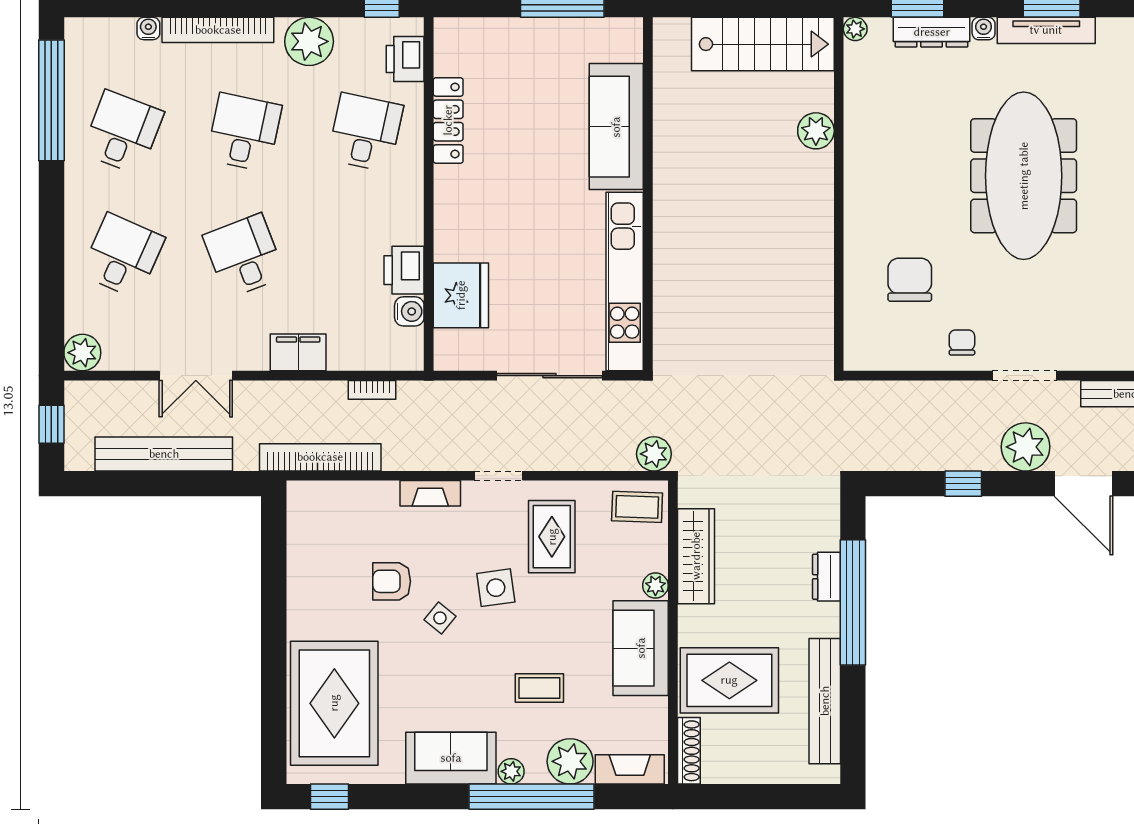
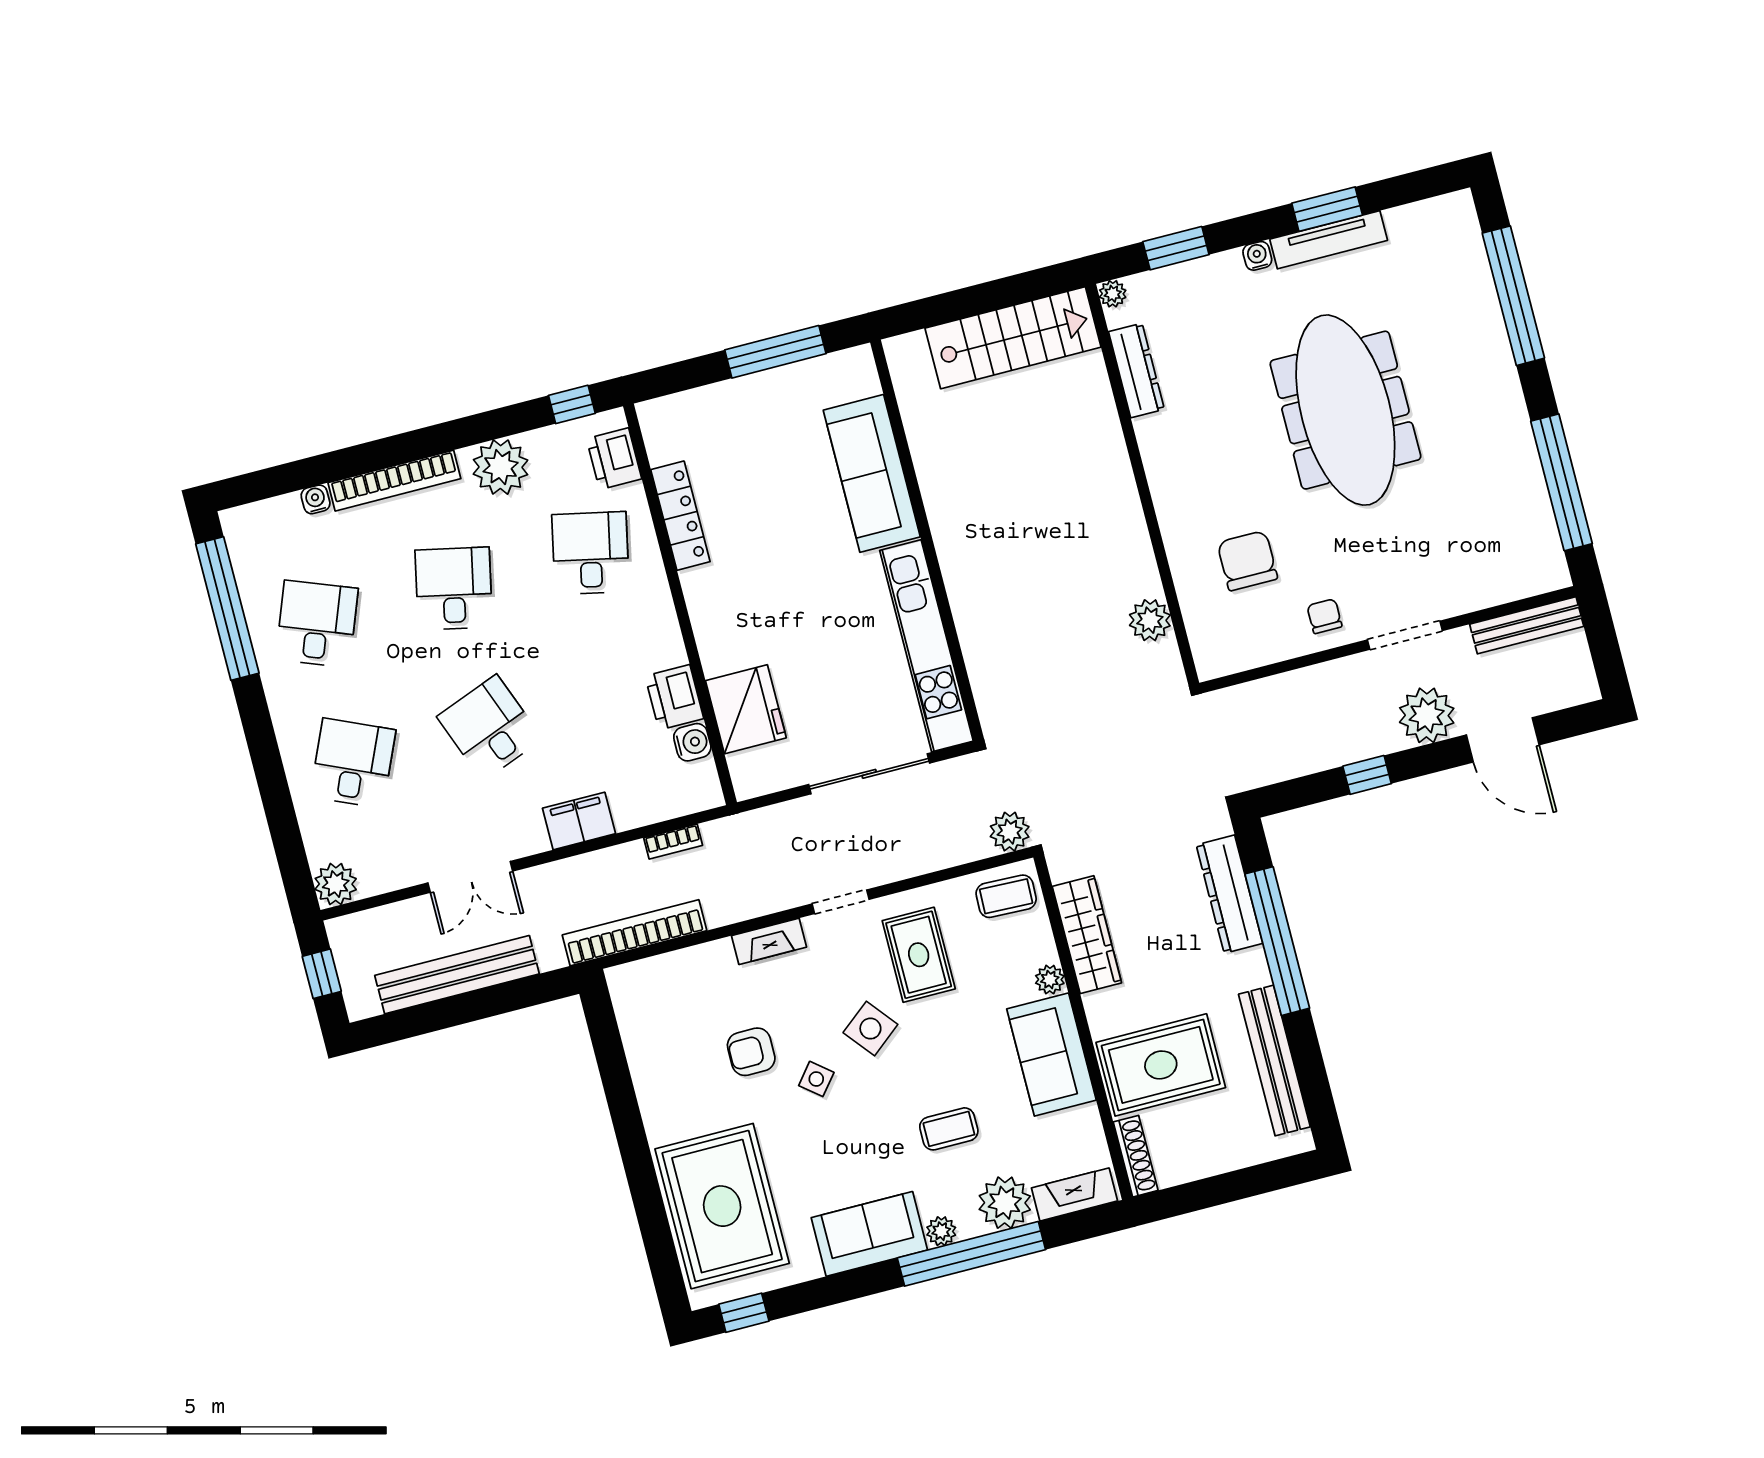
dresser: (932, 32) -> (1136, 370), moved, turned -90
plant: (816, 131) -> (1150, 620), moved
dresser: (827, 577) -> (1229, 894), width x1.96, depth x1.24
side table: (496, 588) -> (870, 1029), turned -31

